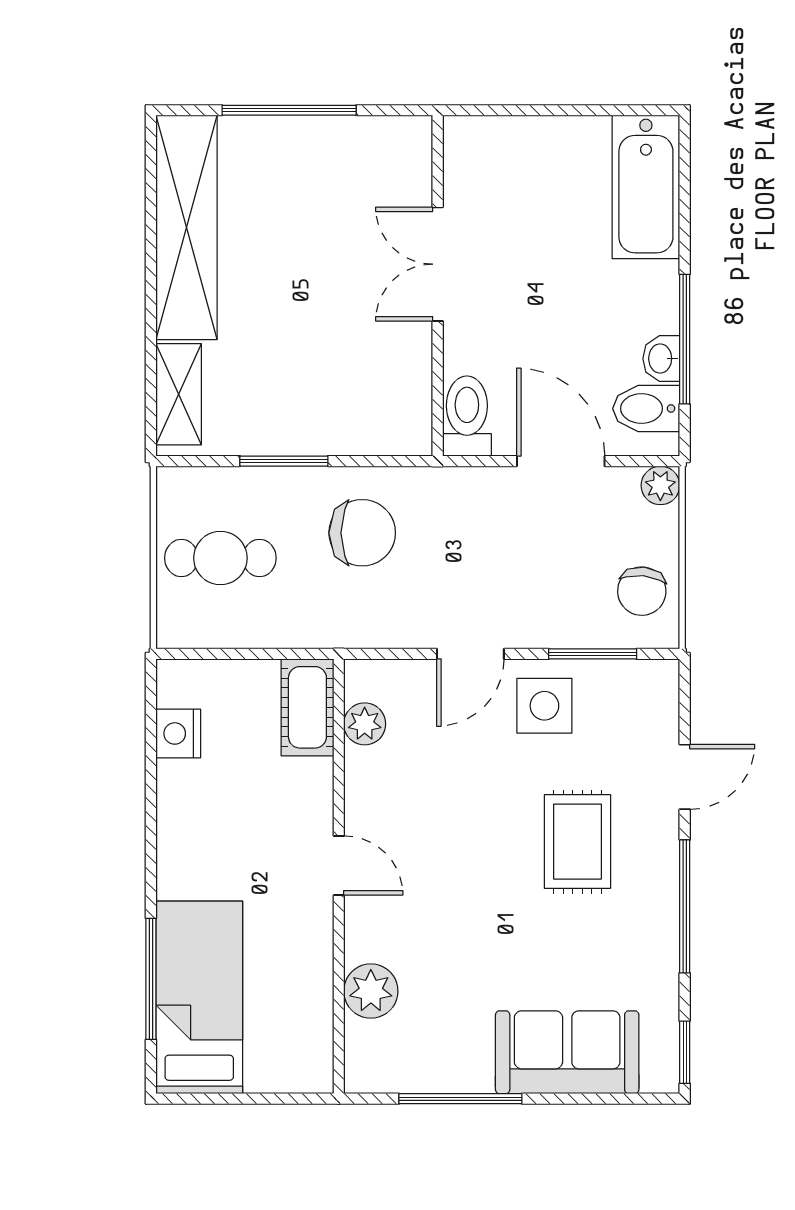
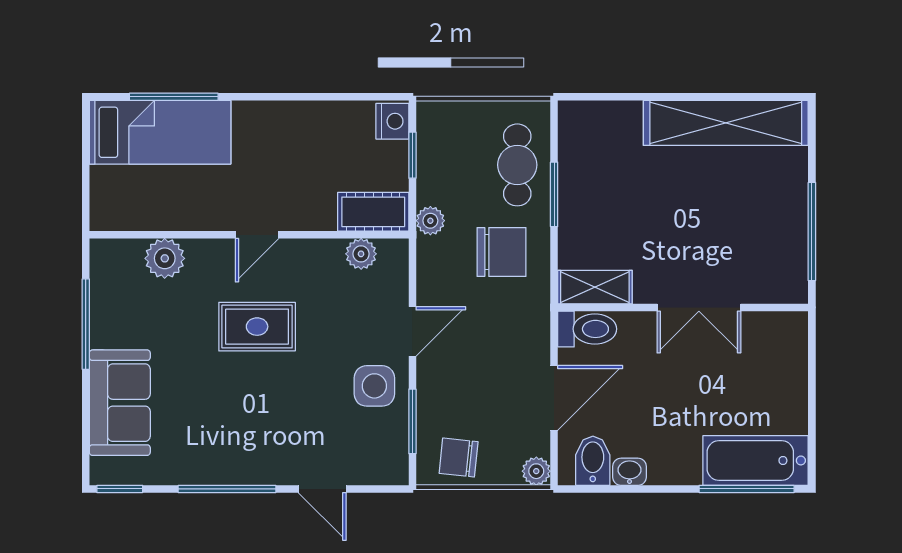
window: (289, 110) -> (812, 232), moved
double door: (438, 264) -> (699, 307), swing flipped
window: (685, 339) -> (747, 489), moved
shelving: (179, 394) -> (595, 287), moved
chair: (362, 533) -> (501, 252), turned -90
cafe table: (220, 558) -> (517, 165), moved
plant: (320, 630) -> (430, 221), added
window: (230, 654) -> (412, 155), added
door: (470, 654) -> (412, 331), swing flipped
nightstand: (178, 733) -> (392, 121), moved, turned 90
rug: (577, 842) -> (257, 327), moved

